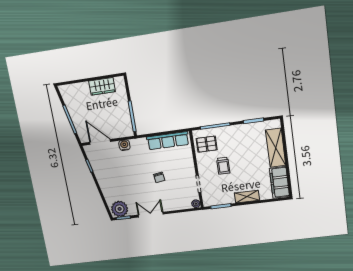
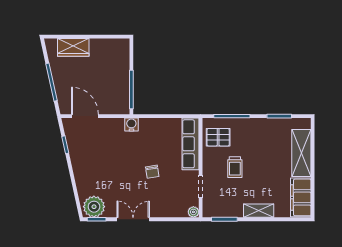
wardrobe: (102, 86) -> (73, 47), moved
row of seats: (168, 141) -> (191, 144), moved, turned 90
water cooler: (124, 145) -> (131, 124), moved

